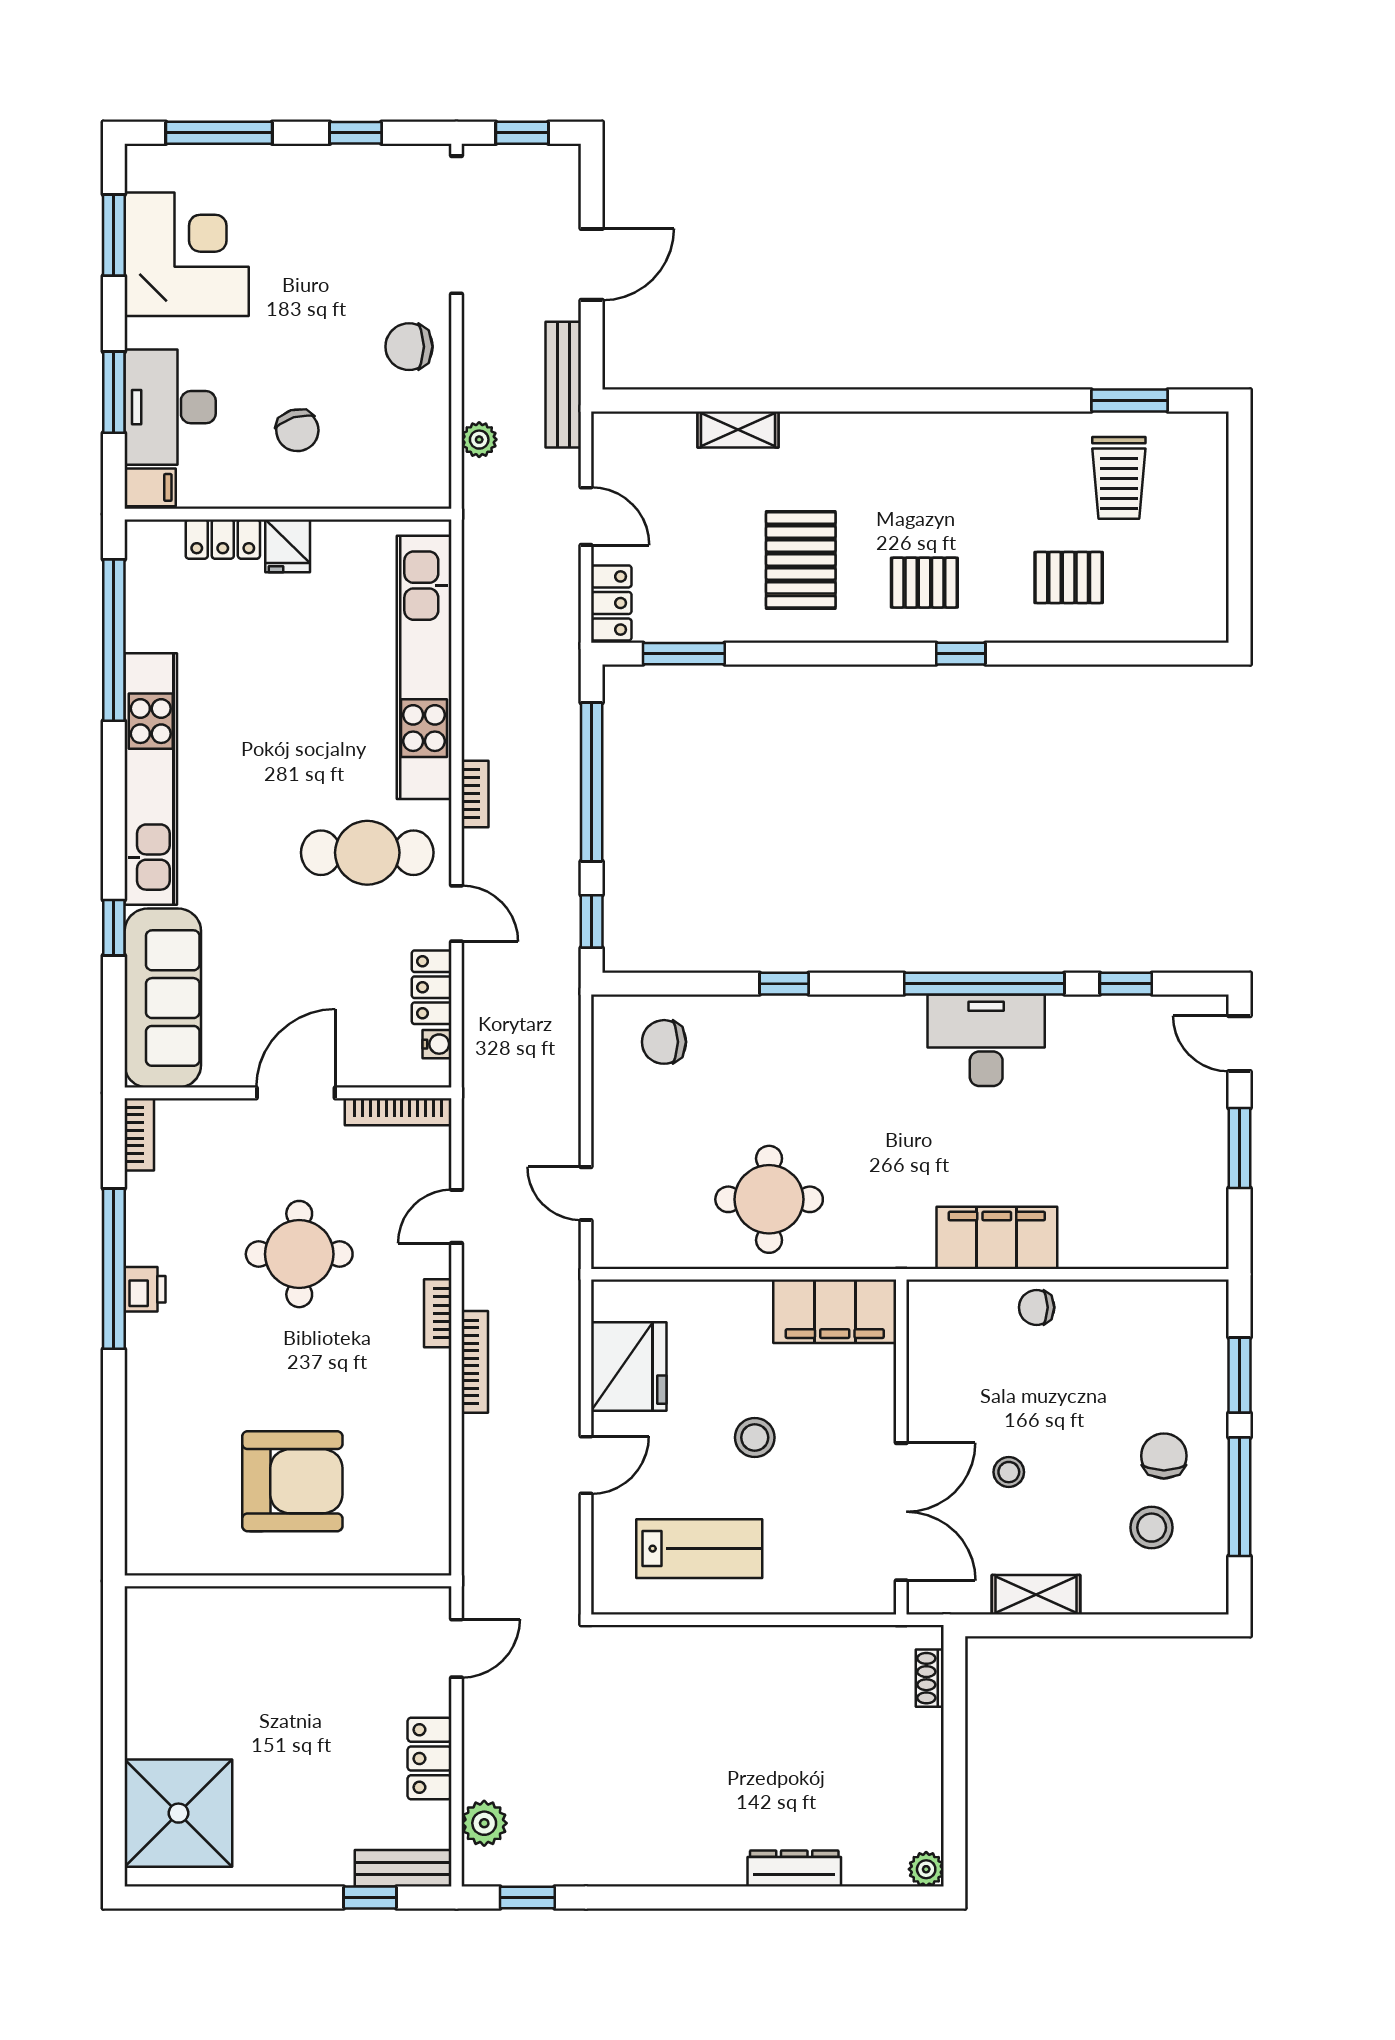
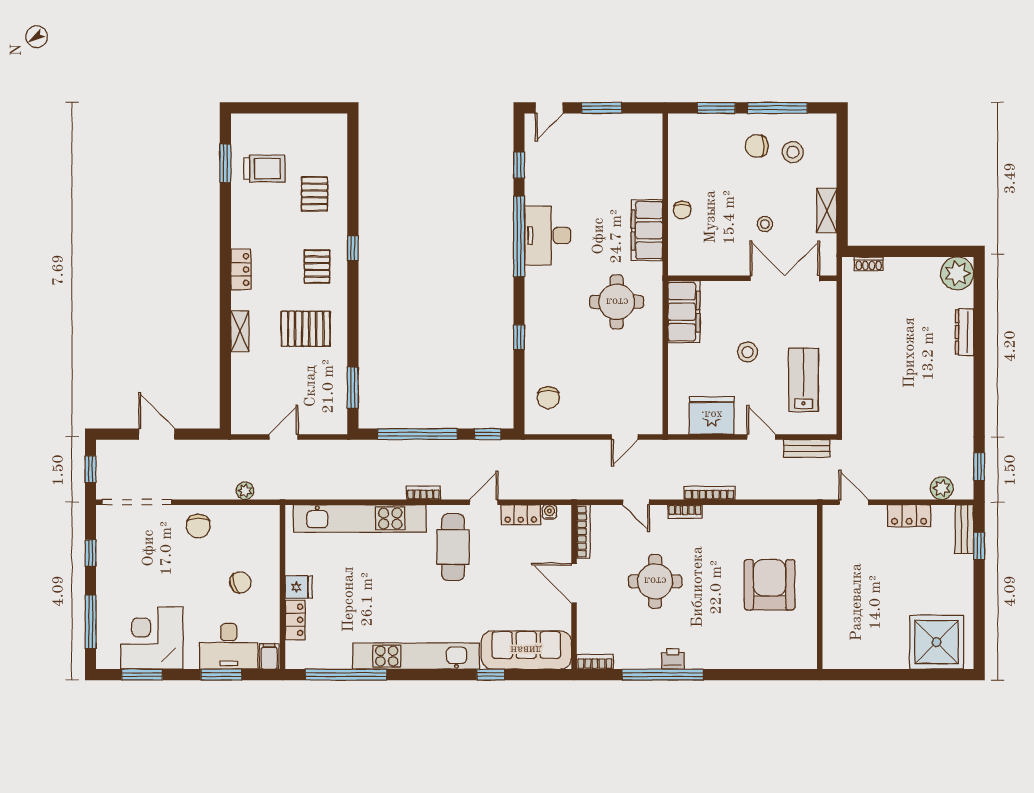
bench: (563, 385) -> (807, 448), moved, width x0.73
shelving: (738, 430) -> (240, 331), moved
locker: (611, 603) -> (241, 269), moved, turned 90
round table: (769, 1199) -> (617, 302), moved
plant: (926, 1869) -> (957, 273), width x1.88, depth x1.88

